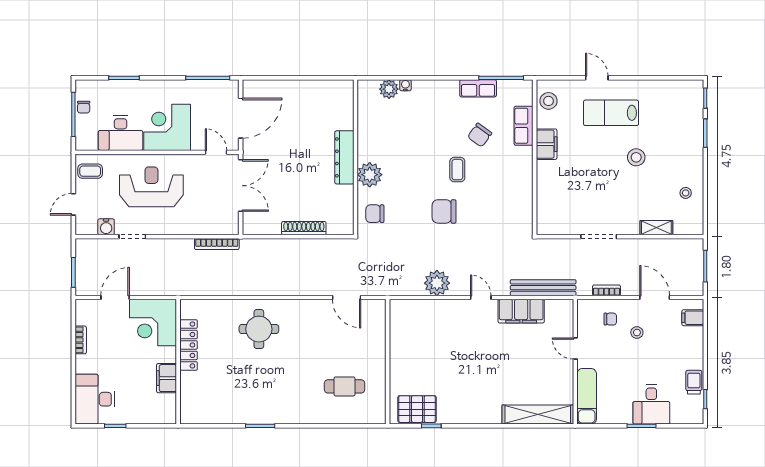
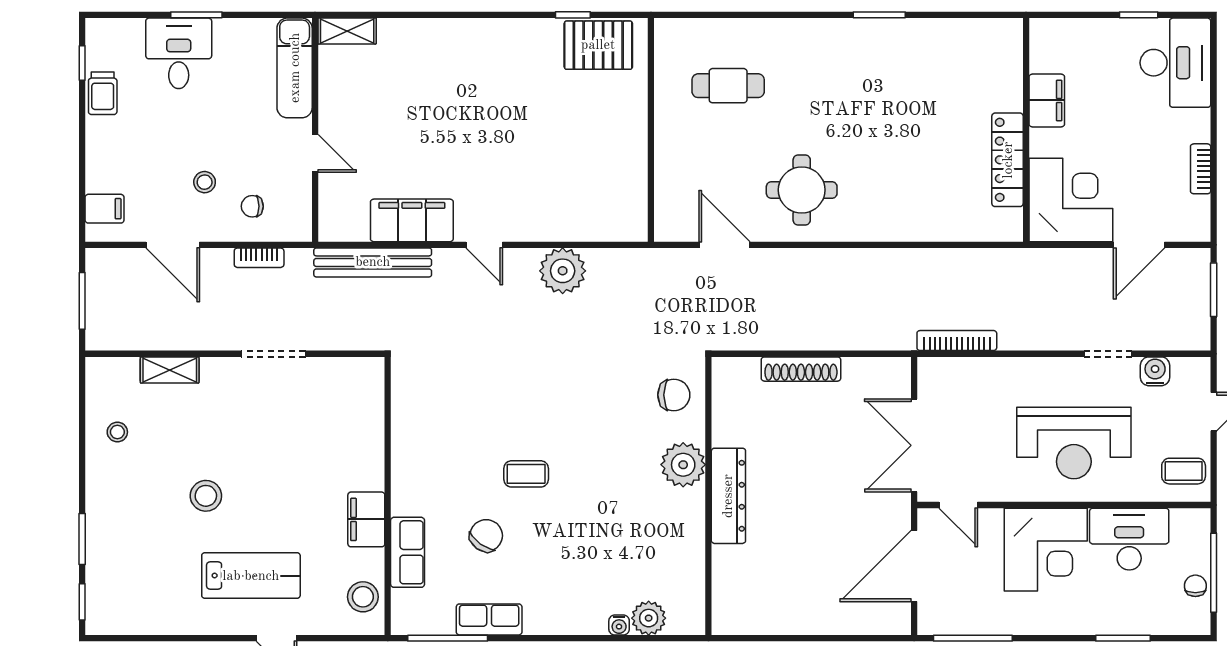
coffee table: (457, 170) -> (526, 474), turned 90
chair: (444, 211) -> (550, 399), removed
round table: (259, 329) -> (802, 190), moved
shelving: (538, 414) -> (347, 31), width x0.45, depth x0.75

